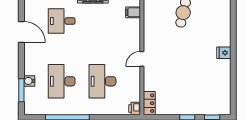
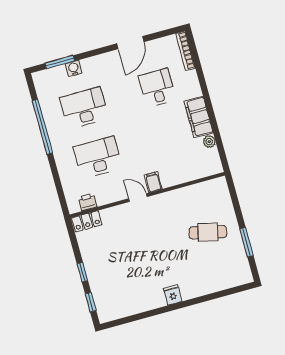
filing cabinet: (133, 12) -> (153, 182), moved
printer: (135, 109) -> (88, 202), moved

